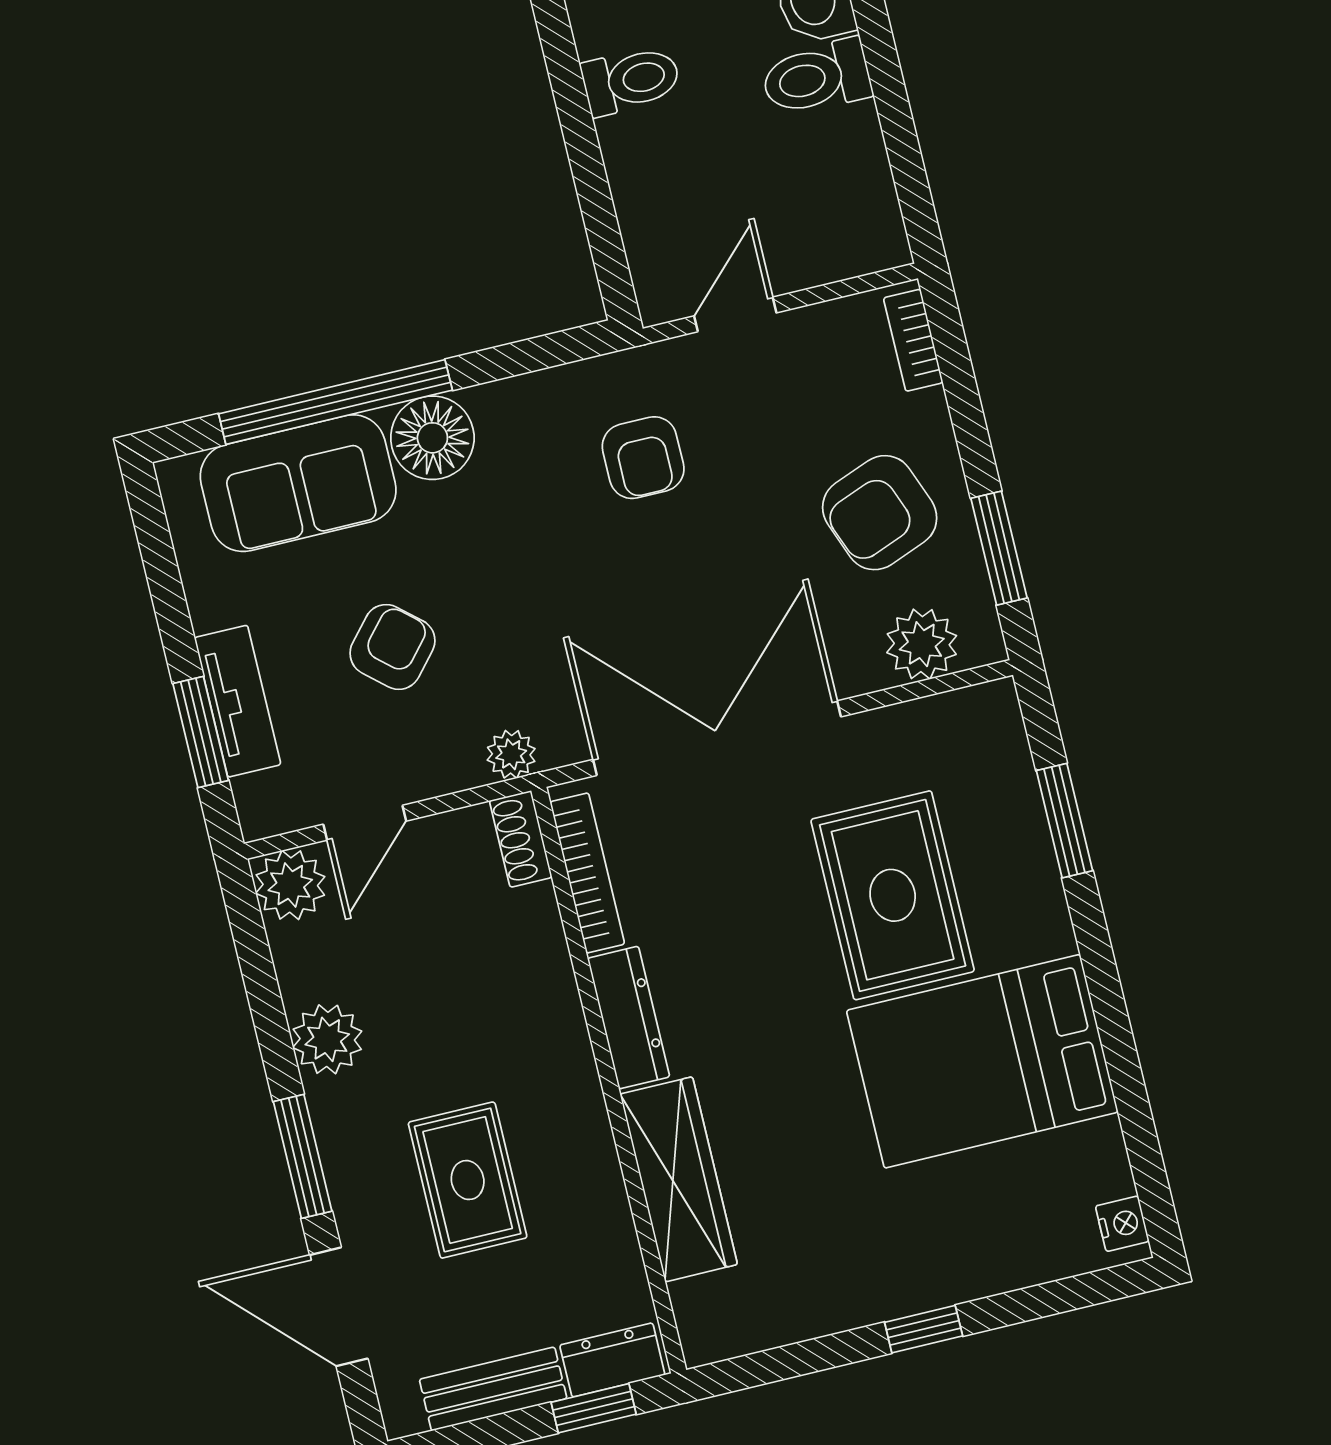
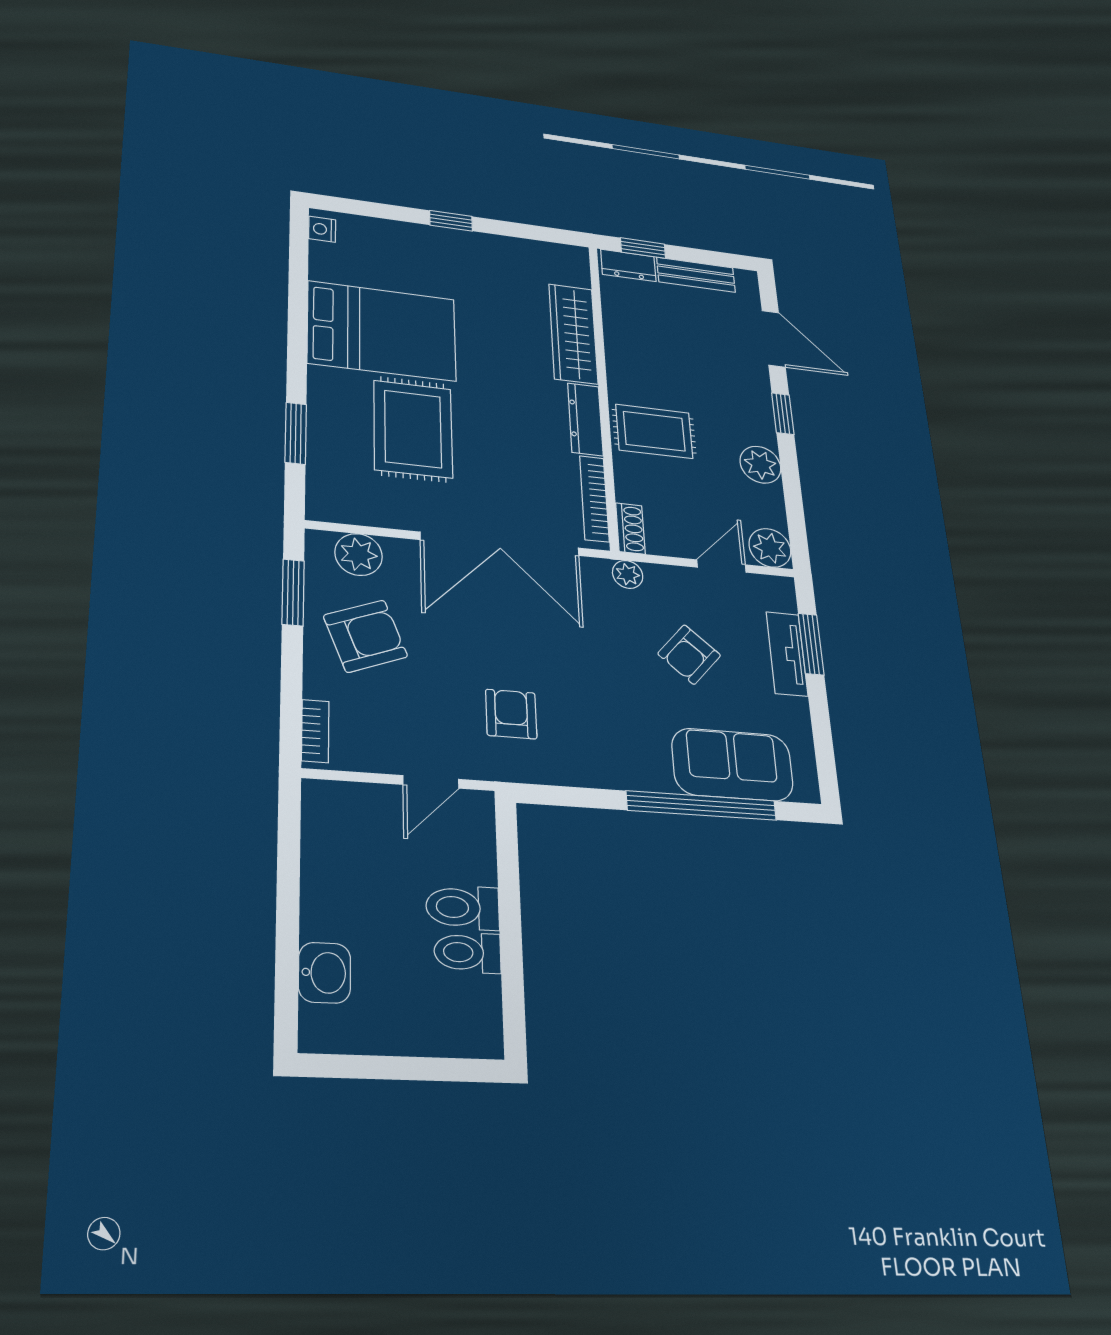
toilet: (817, 78) -> (463, 908), moved, turned 180
floor lamp: (432, 438) -> (644, 766), removed
window: (303, 1156) -> (783, 414), width x0.67
rug: (468, 1180) -> (654, 431), moved, turned 90

